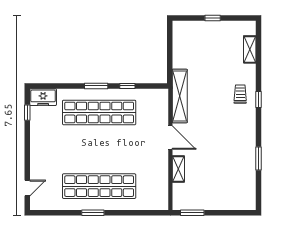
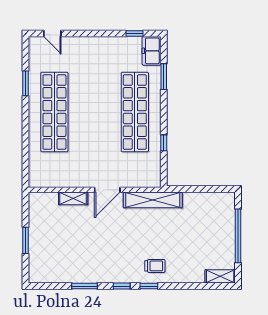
window: (213, 18) -> (238, 236), width x3.17
shelving: (250, 49) -> (220, 276), moved
window: (96, 86) -> (164, 77), moved
window: (259, 125) -> (122, 286), added
window: (93, 213) -> (25, 83), moved
window: (192, 213) -> (25, 240), moved

